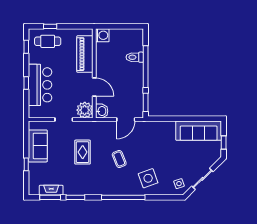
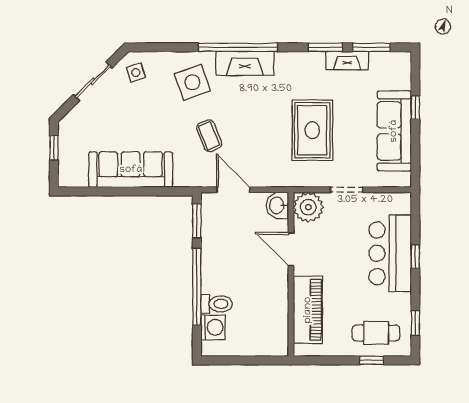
washing machine: (102, 35) -> (213, 327), moved, turned 180
door: (126, 120) -> (233, 190), hinge flipped
sofa: (199, 131) -> (131, 170), moved
sofa: (38, 146) -> (394, 131), width x1.36
rug: (83, 152) -> (312, 130), width x1.36, depth x1.43
coffee table: (119, 159) -> (209, 136), moved
fireplace: (119, 189) -> (245, 63), added
fireplace: (51, 190) -> (347, 61), moved

